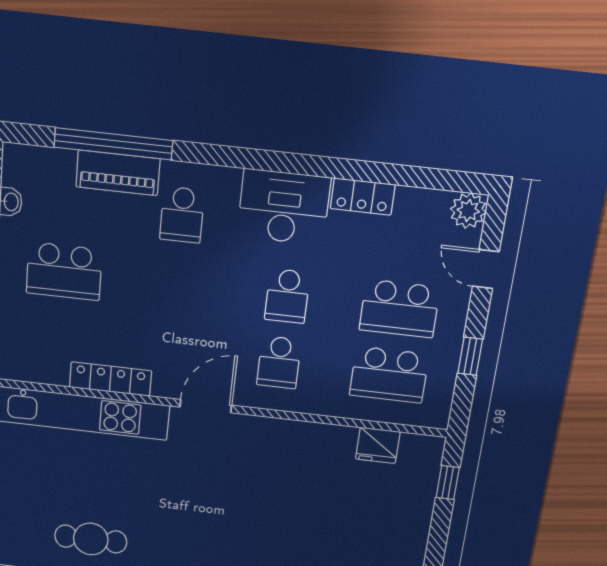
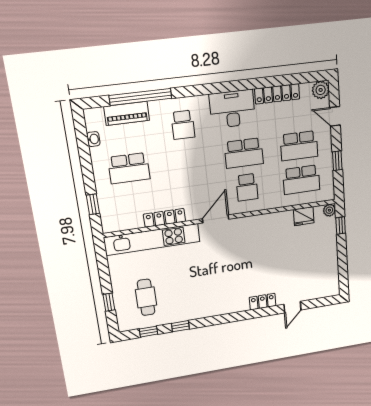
piano: (118, 173) -> (127, 113), moved
locker: (363, 197) -> (277, 94), width x1.53
school desk: (287, 296) -> (244, 153), width x1.85
plant: (432, 447) -> (329, 210), added
cafe table: (91, 539) -> (146, 297), moved, turned 90

